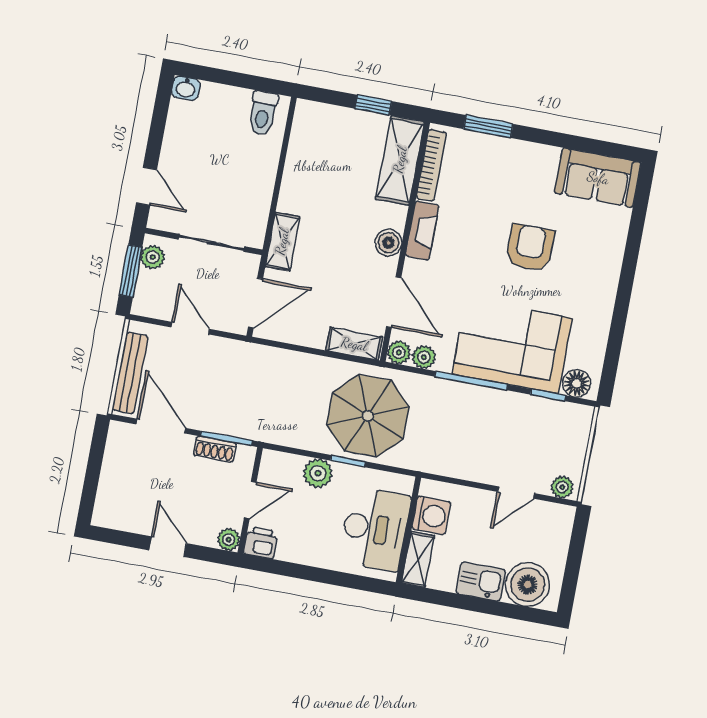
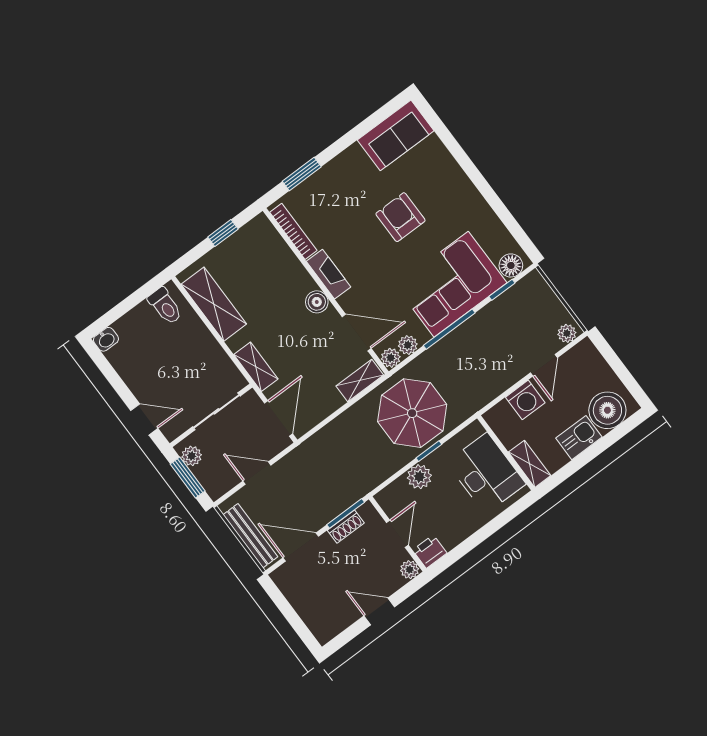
shelving: (400, 160) -> (214, 304), moved
washing machine: (431, 516) -> (525, 400), moved, turned 90

